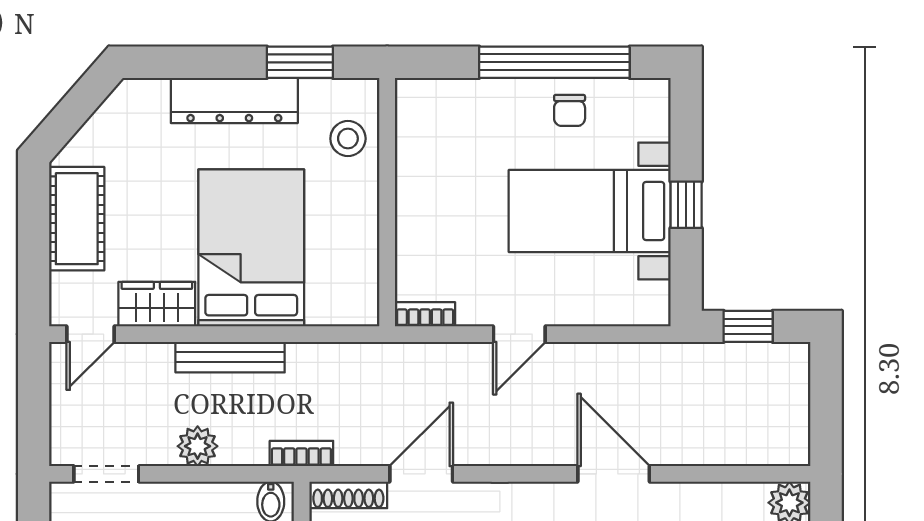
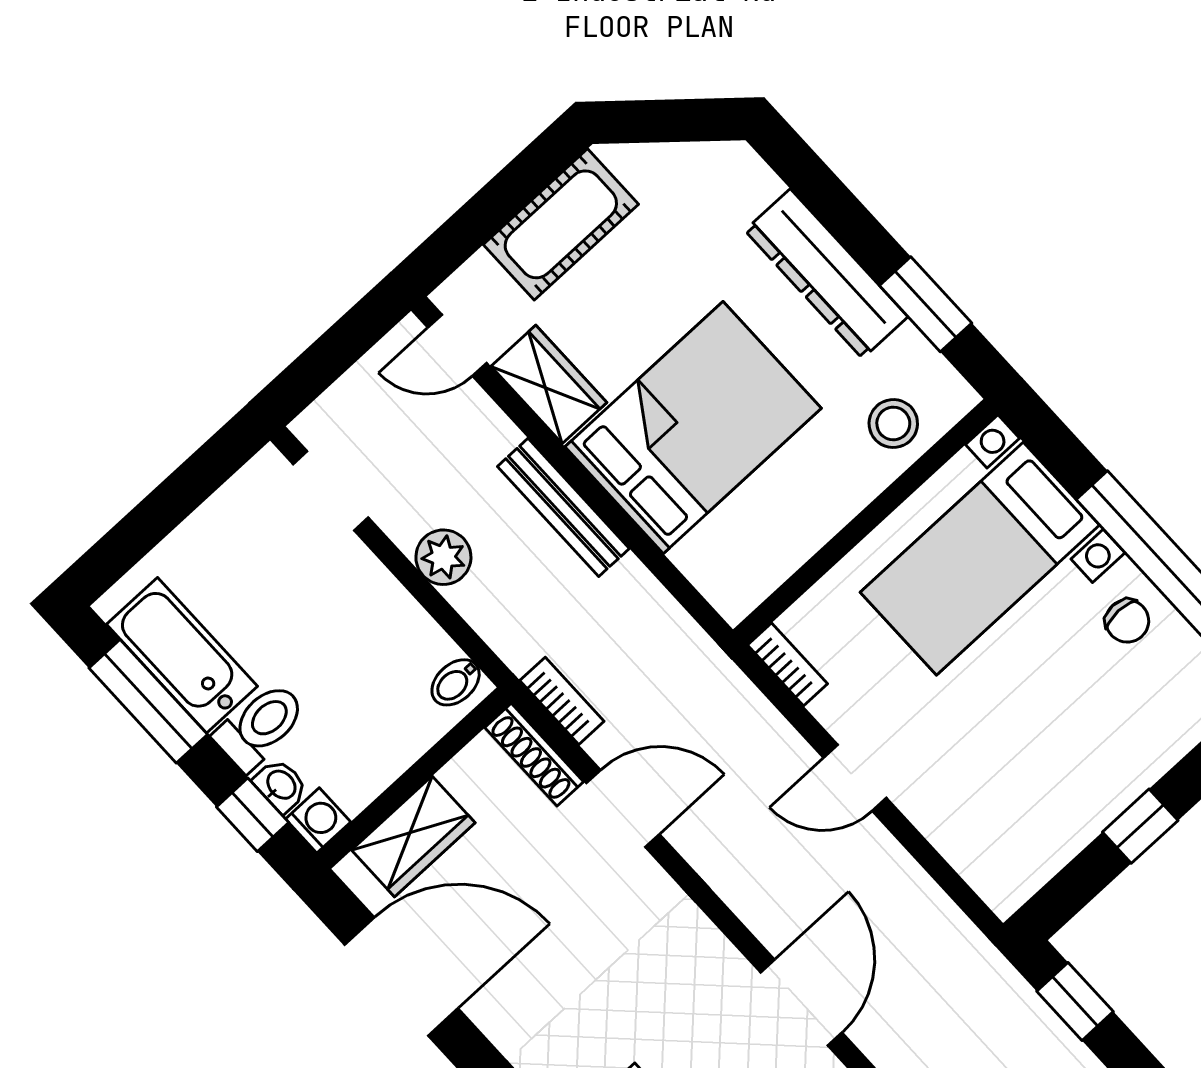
chair: (570, 110) -> (1127, 621), turned -90
bed with nightstands: (590, 211) -> (980, 559), moved, turned -90
bookcase: (301, 453) -> (562, 701), moved

